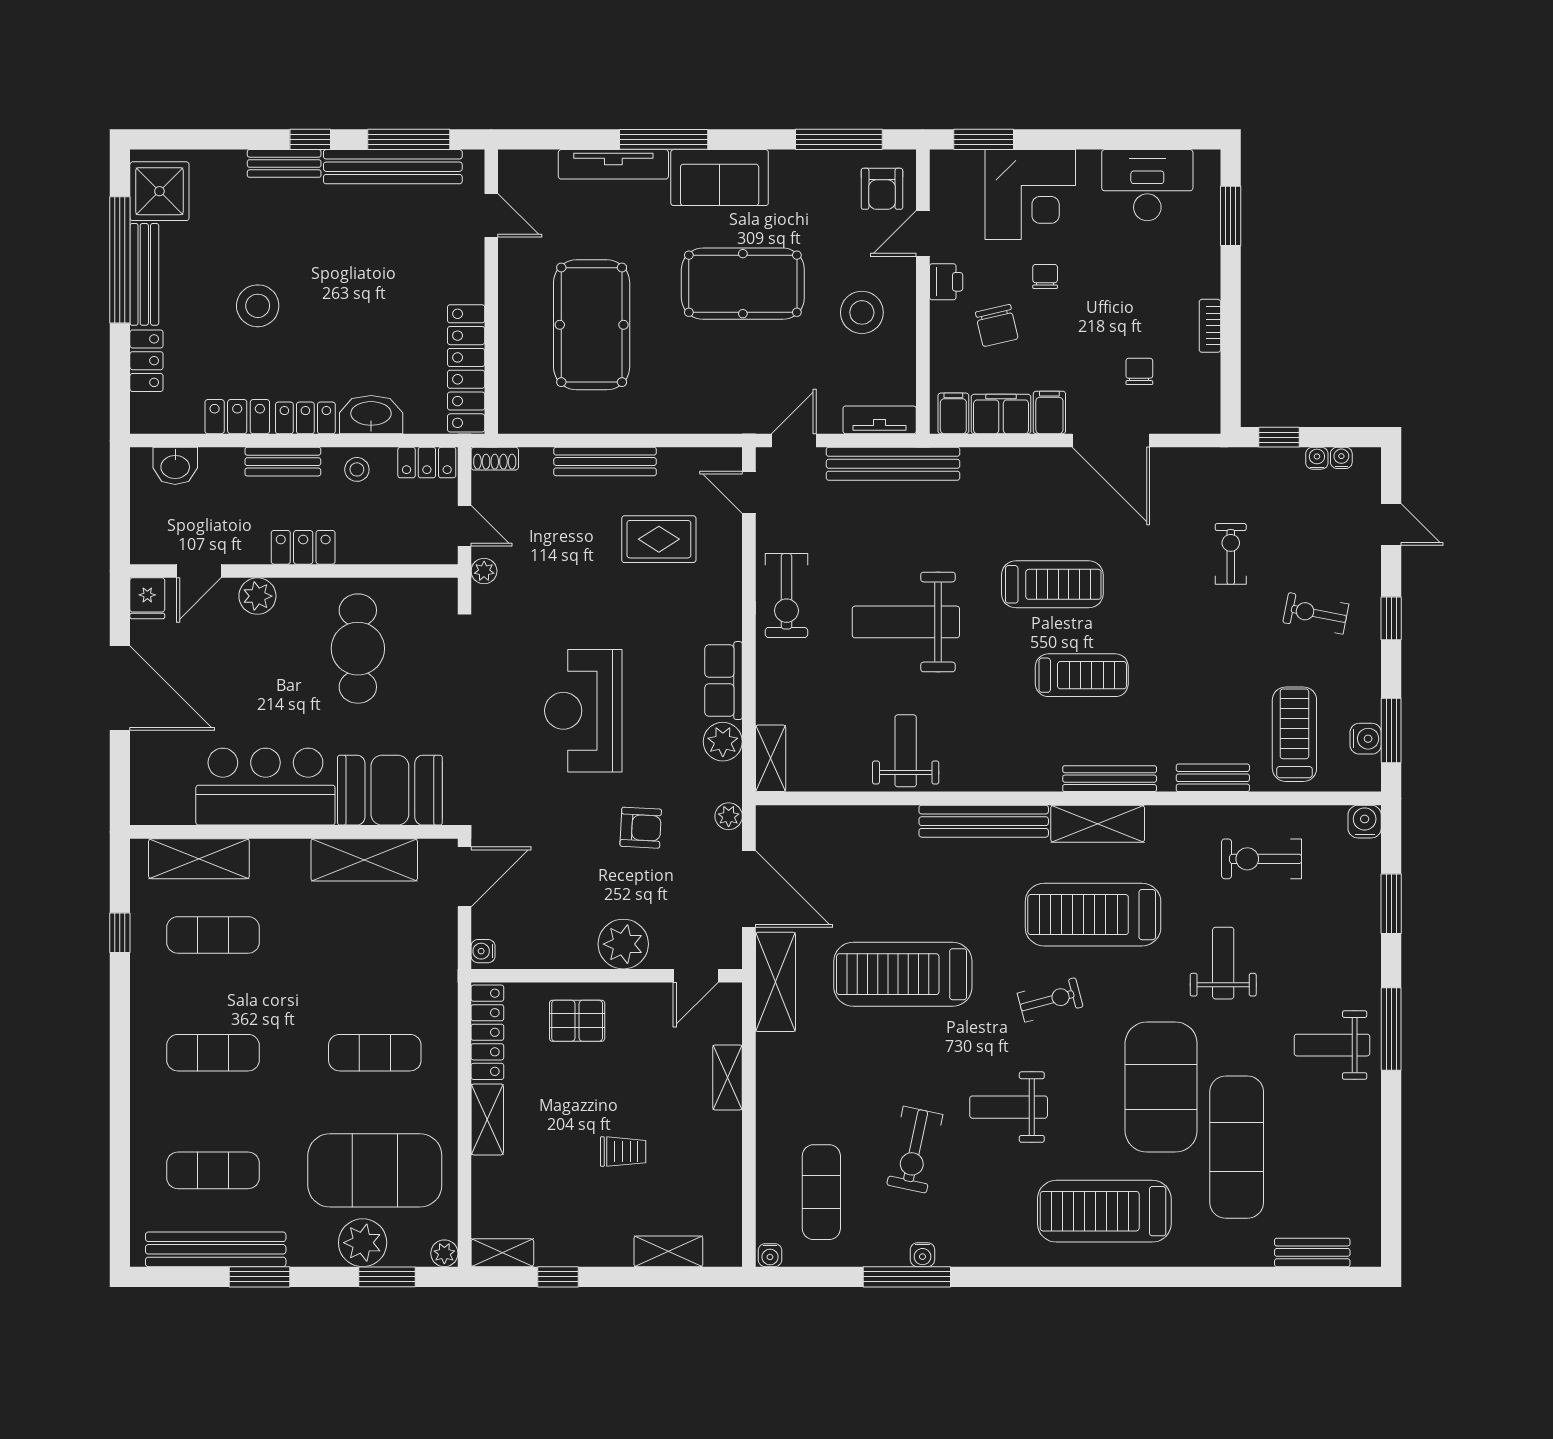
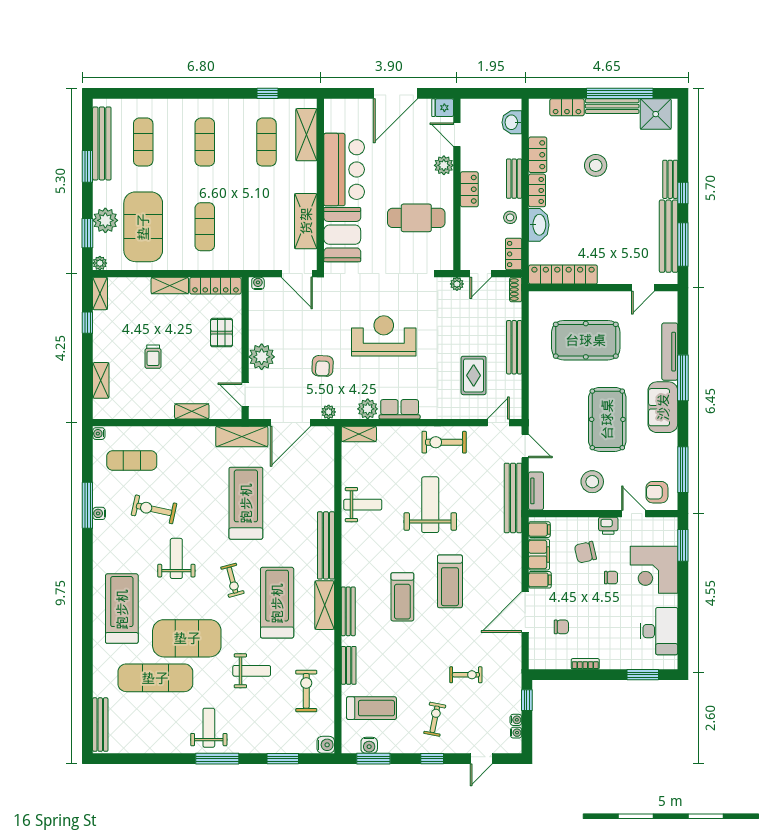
bench: (1312, 1252) -> (100, 725), width x1.36

